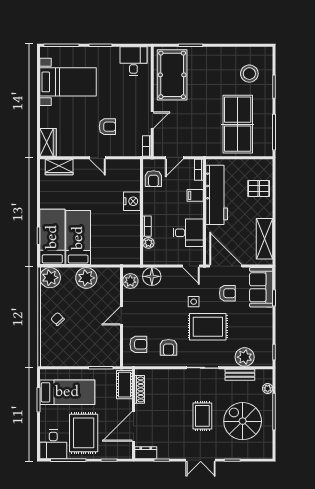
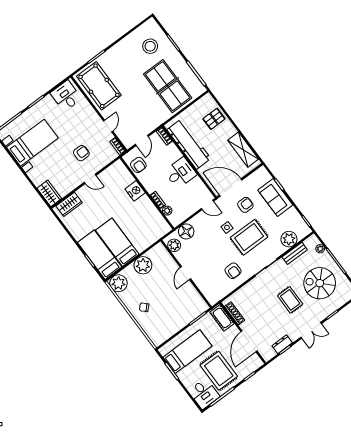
filing cabinet: (195, 195) -> (175, 155), removed
desk: (188, 233) -> (181, 173), moved
sofa: (261, 287) -> (275, 198), moved
armchair: (138, 344) -> (211, 284), removed
dresser: (146, 453) -> (282, 344), moved

